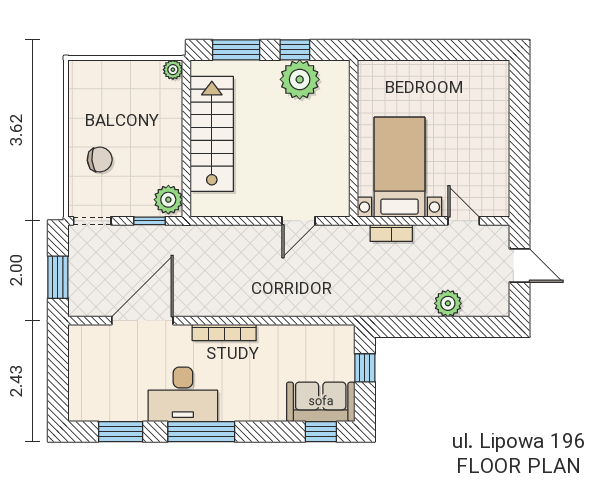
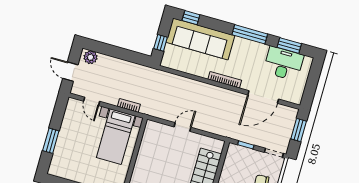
window: (519, 125) -> (51, 141), added
plant: (168, 200) -> (234, 153), removed
door: (298, 221) -> (183, 127), moved
plant: (448, 303) -> (91, 57), moved
desk: (183, 394) -> (283, 64), moved
sofa: (321, 402) -> (200, 39), width x1.85, depth x1.27

